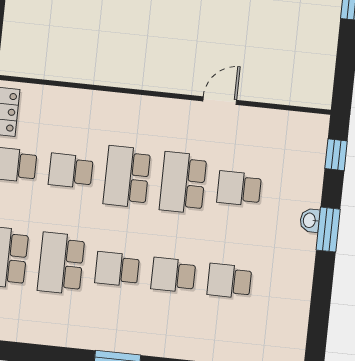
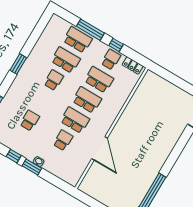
door: (220, 101) -> (100, 148), width x1.88
window: (336, 155) -> (14, 156), moved
school desk: (71, 171) -> (99, 80), width x1.85
school desk: (173, 275) -> (42, 100), removed

